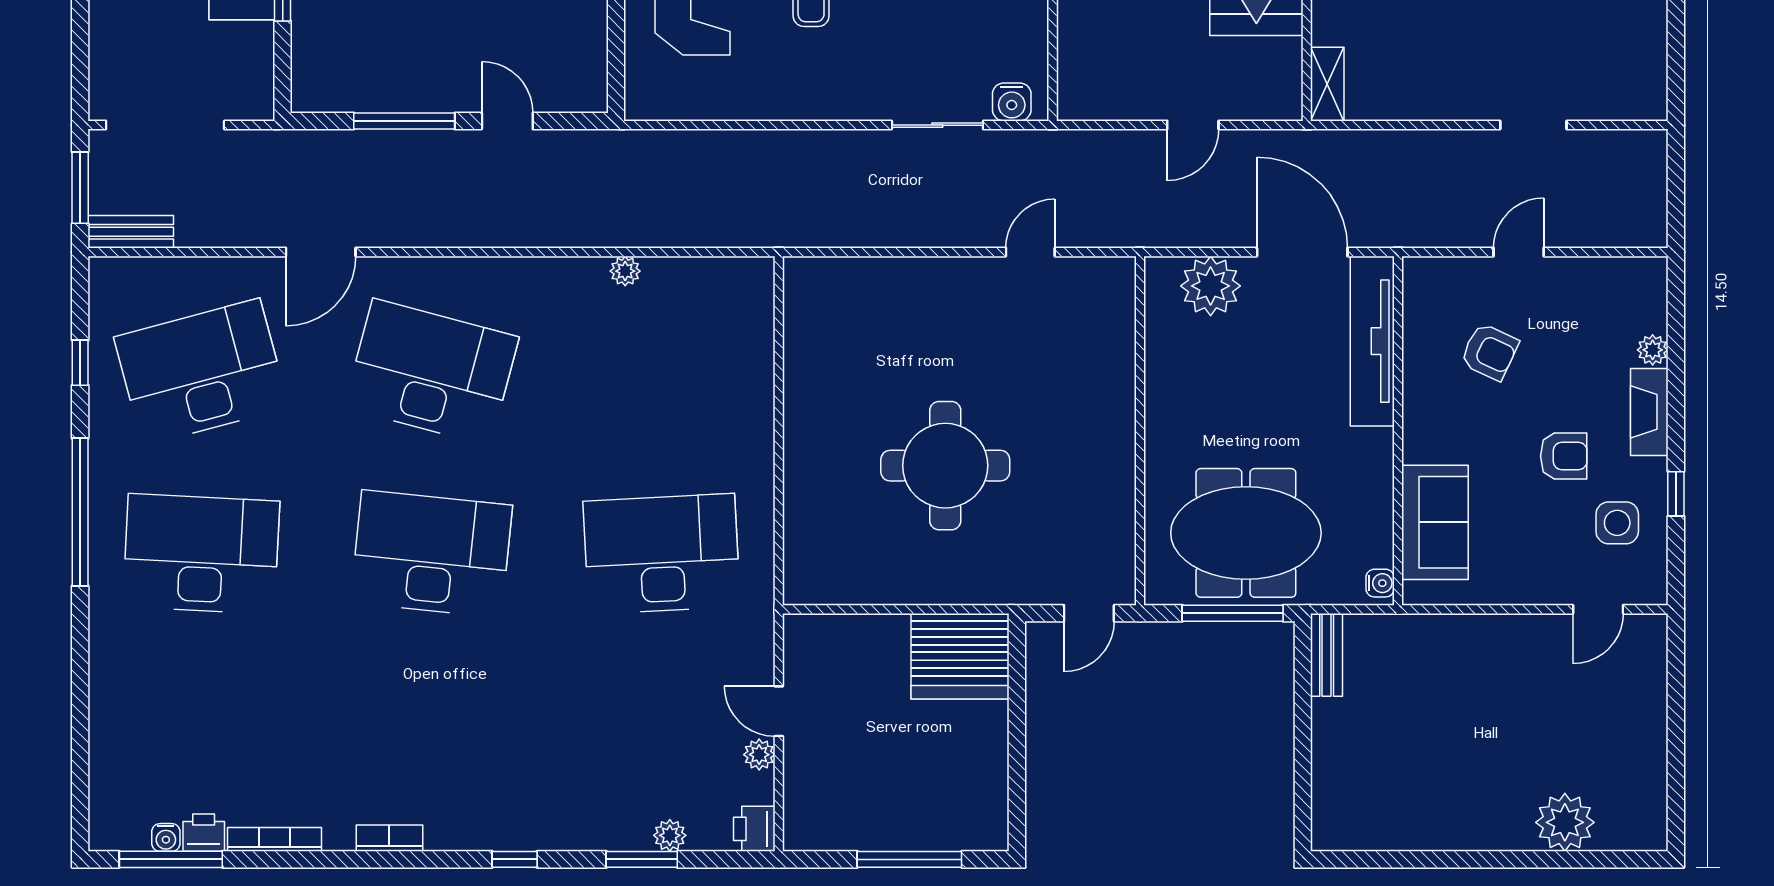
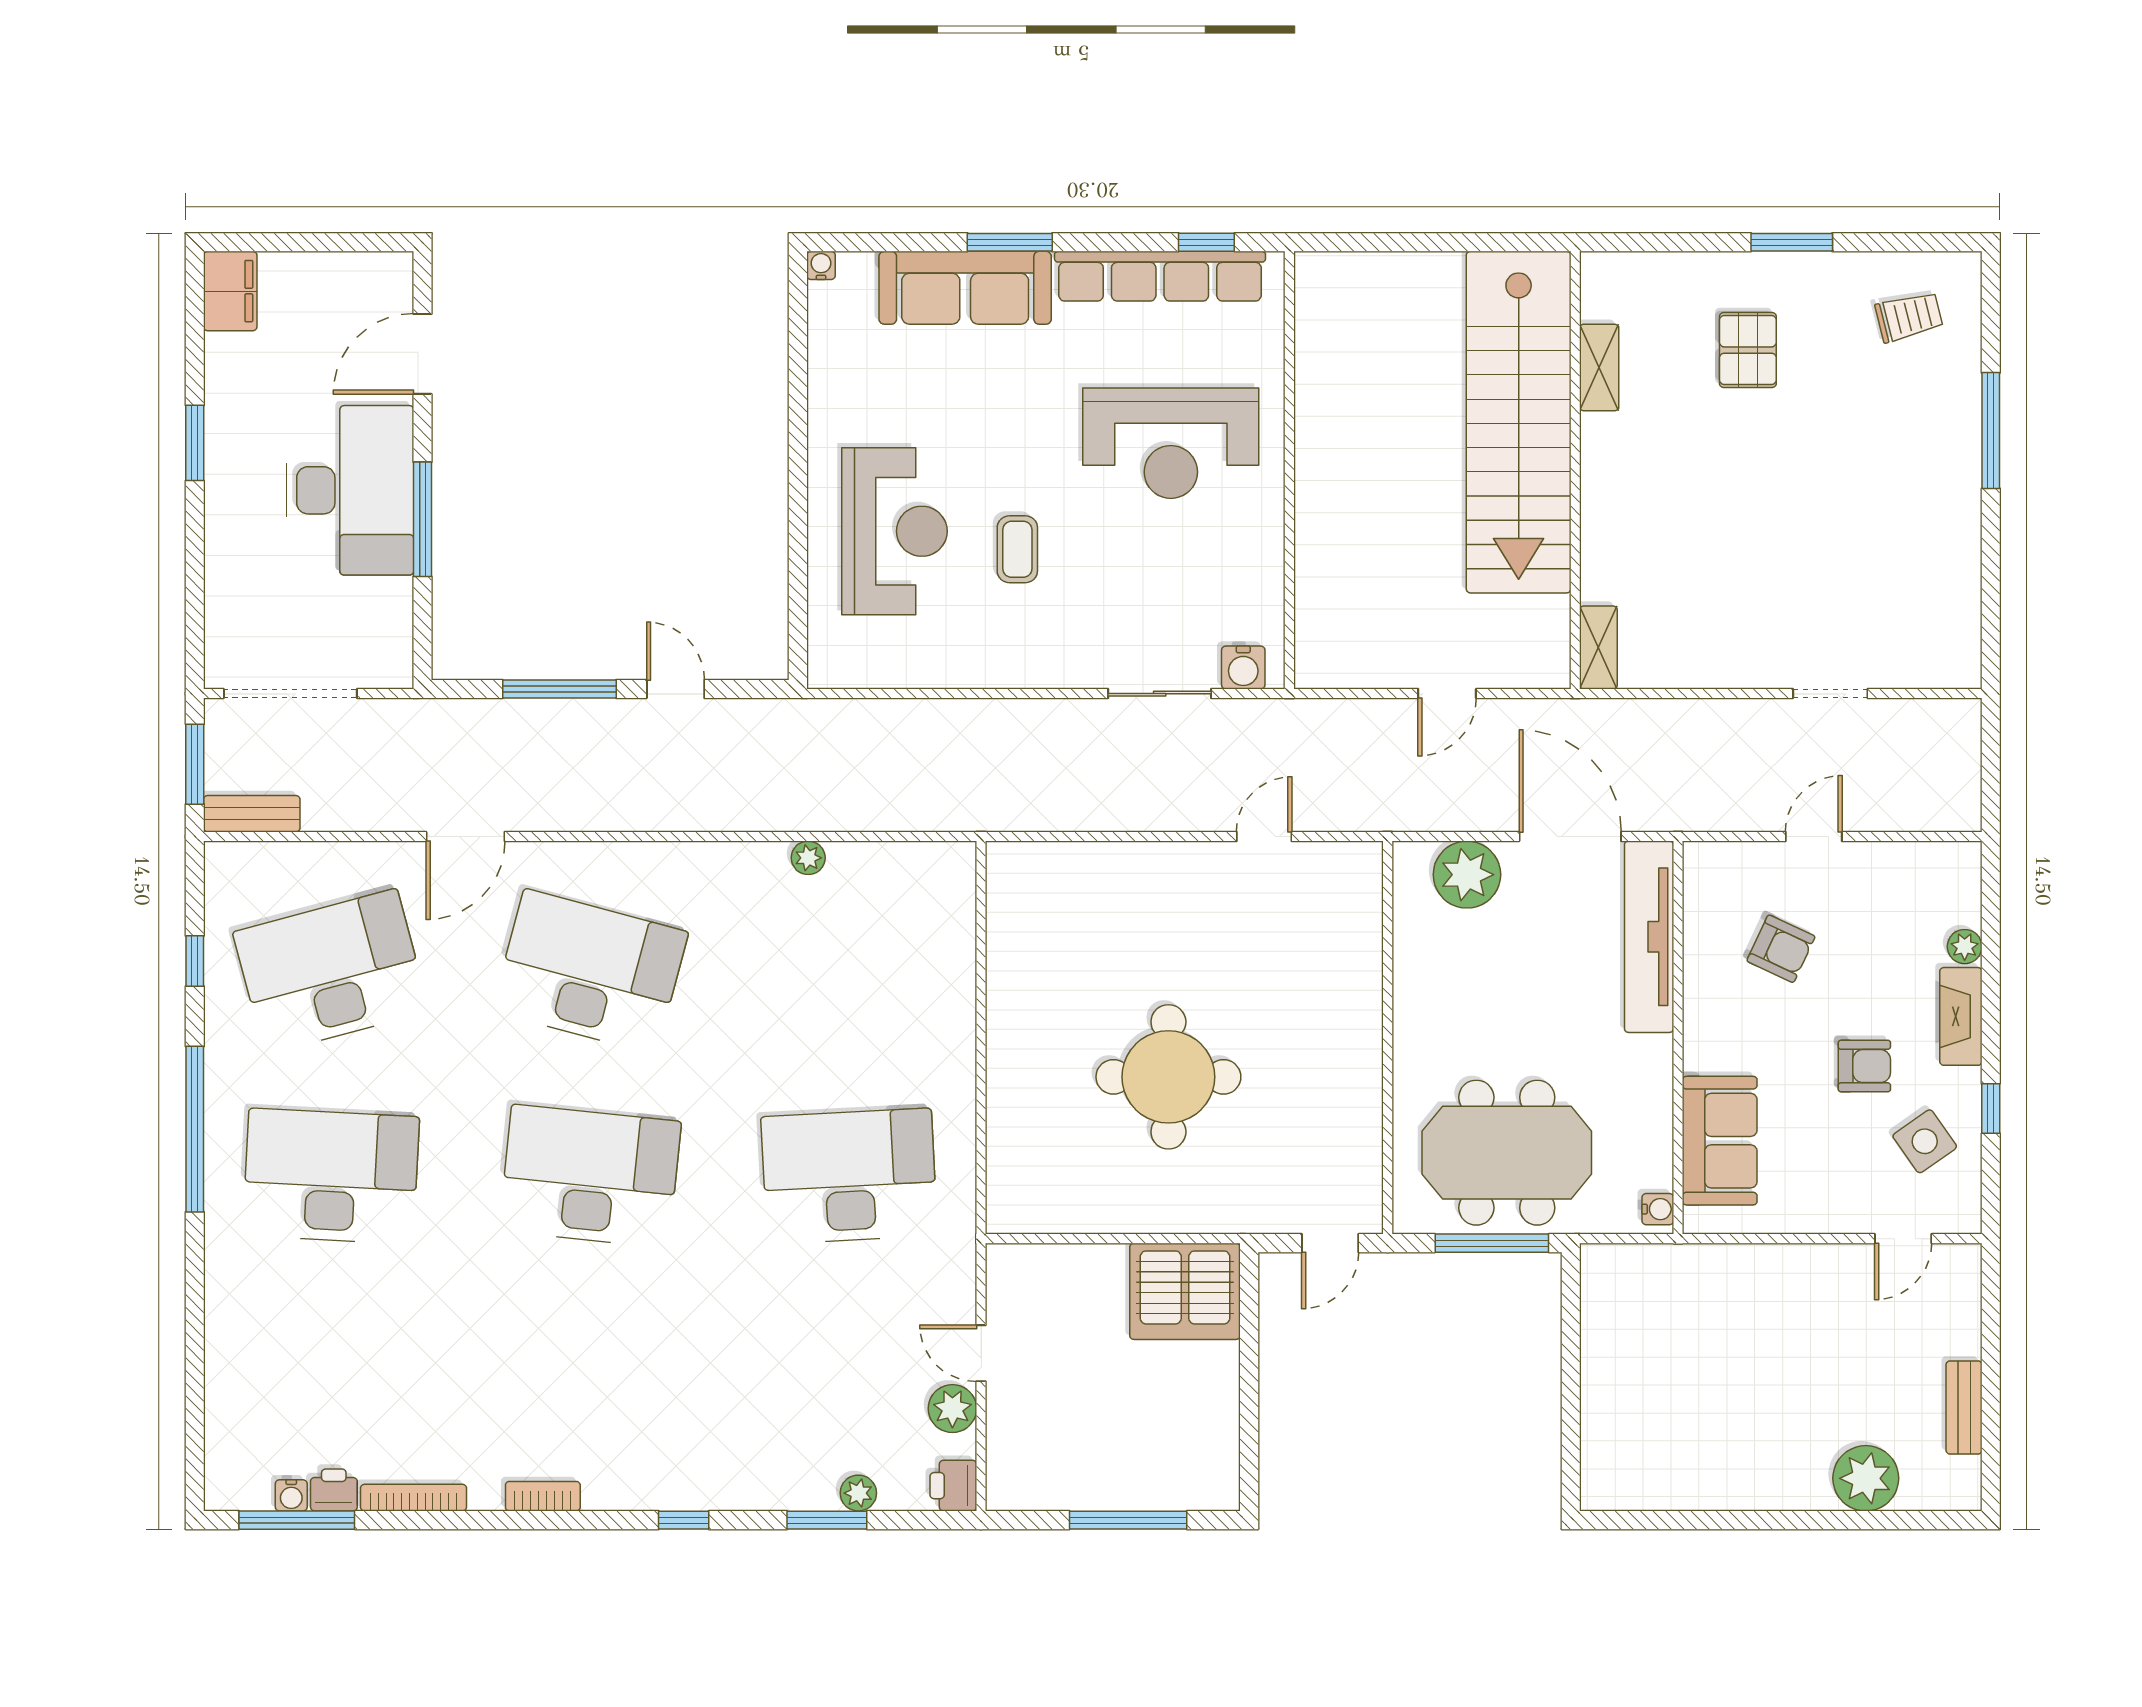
side table: (1617, 523) -> (1925, 1141), turned -35
bench: (1327, 655) -> (1964, 1407), moved
plant: (759, 755) -> (952, 1409), width x1.38, depth x1.38

